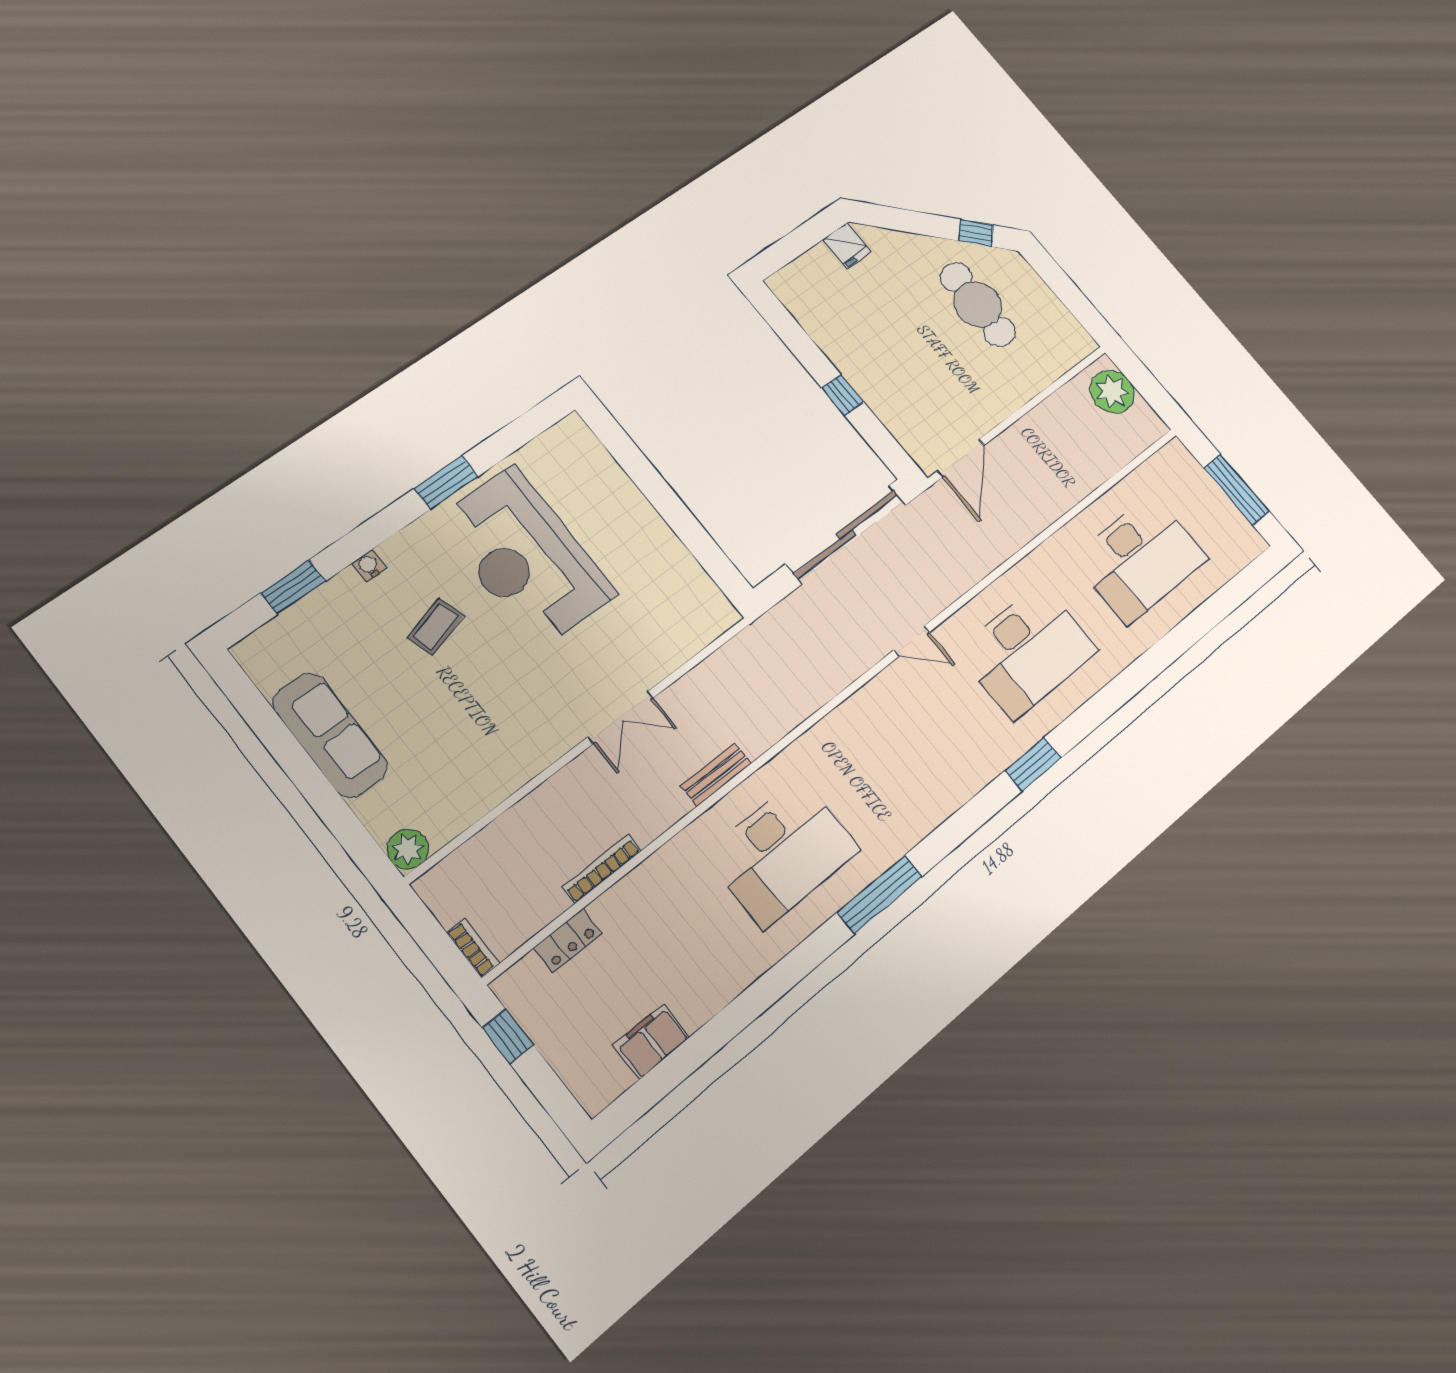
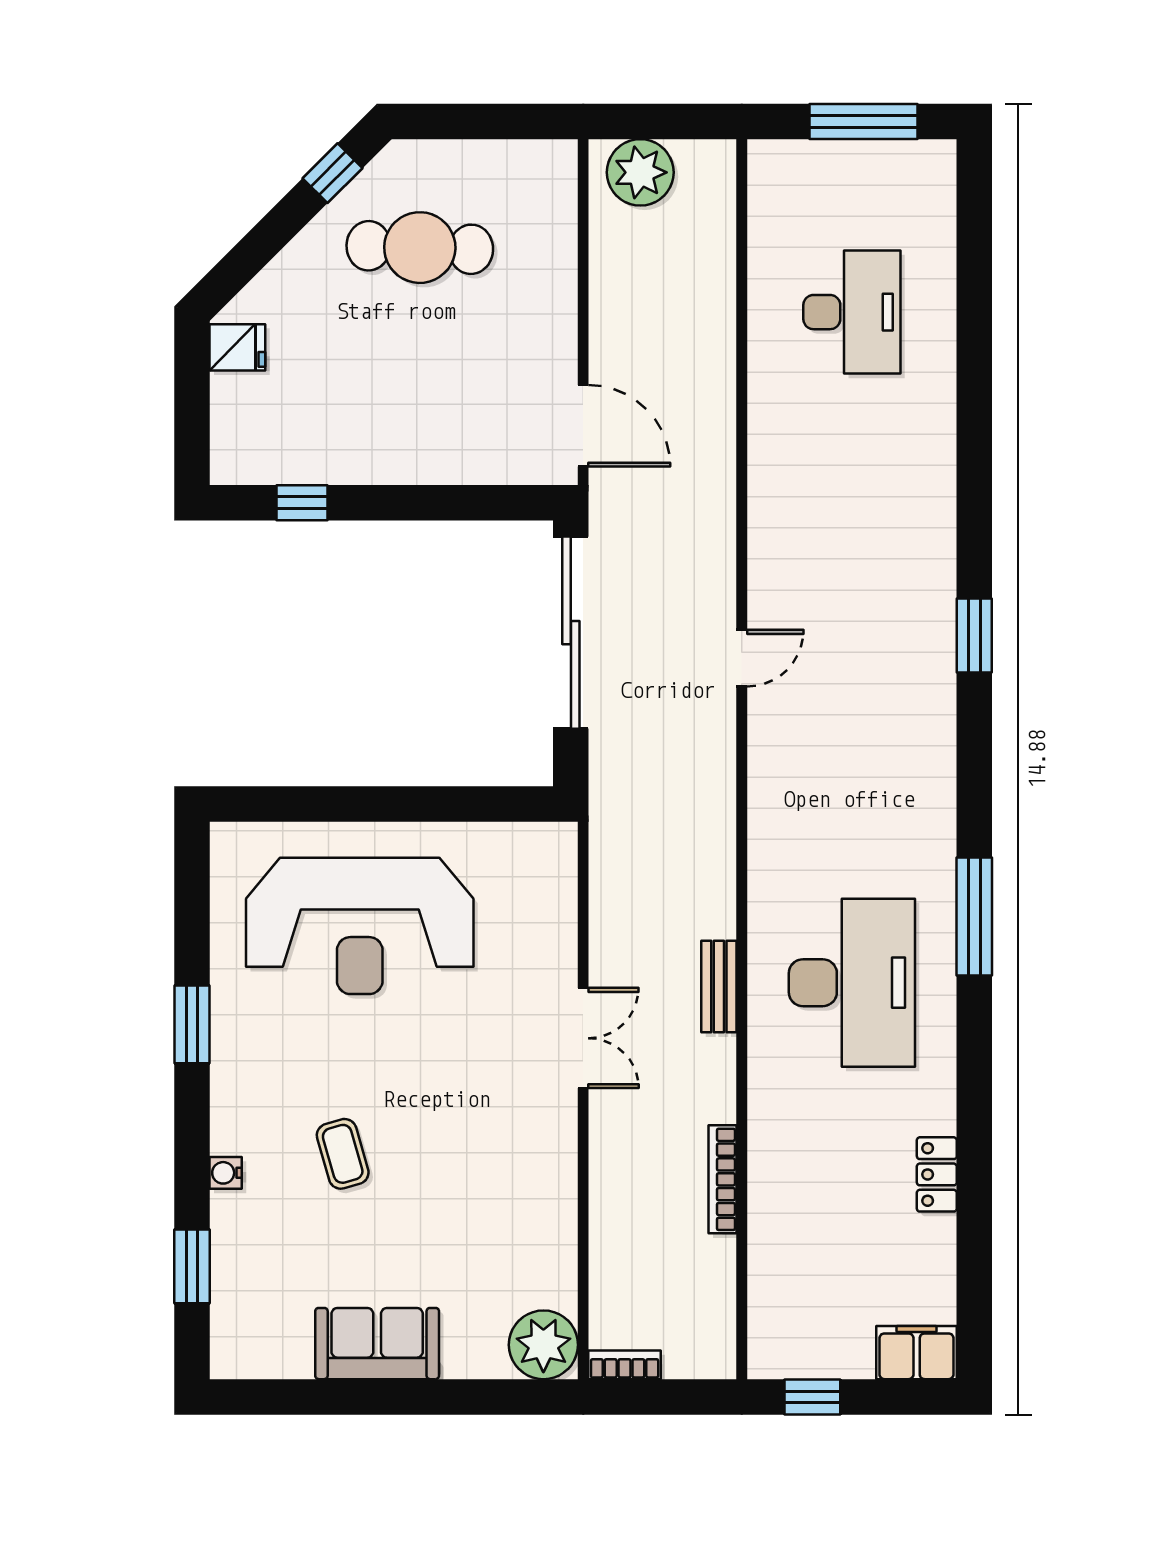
window: (843, 395) -> (302, 503), moved
reception desk: (526, 557) -> (360, 926), moved
desk: (1140, 558) -> (852, 312), width x0.73, depth x0.77
desk: (1028, 651) -> (852, 536), removed
sofa: (330, 735) -> (377, 1344), width x0.73
plant: (408, 849) -> (543, 1345), width x1.36, depth x1.36
locker: (568, 941) -> (937, 1174), moved, turned 180
bookcase: (473, 948) -> (625, 1365), moved
filing cabinet: (652, 1041) -> (917, 1353), moved, turned 90

